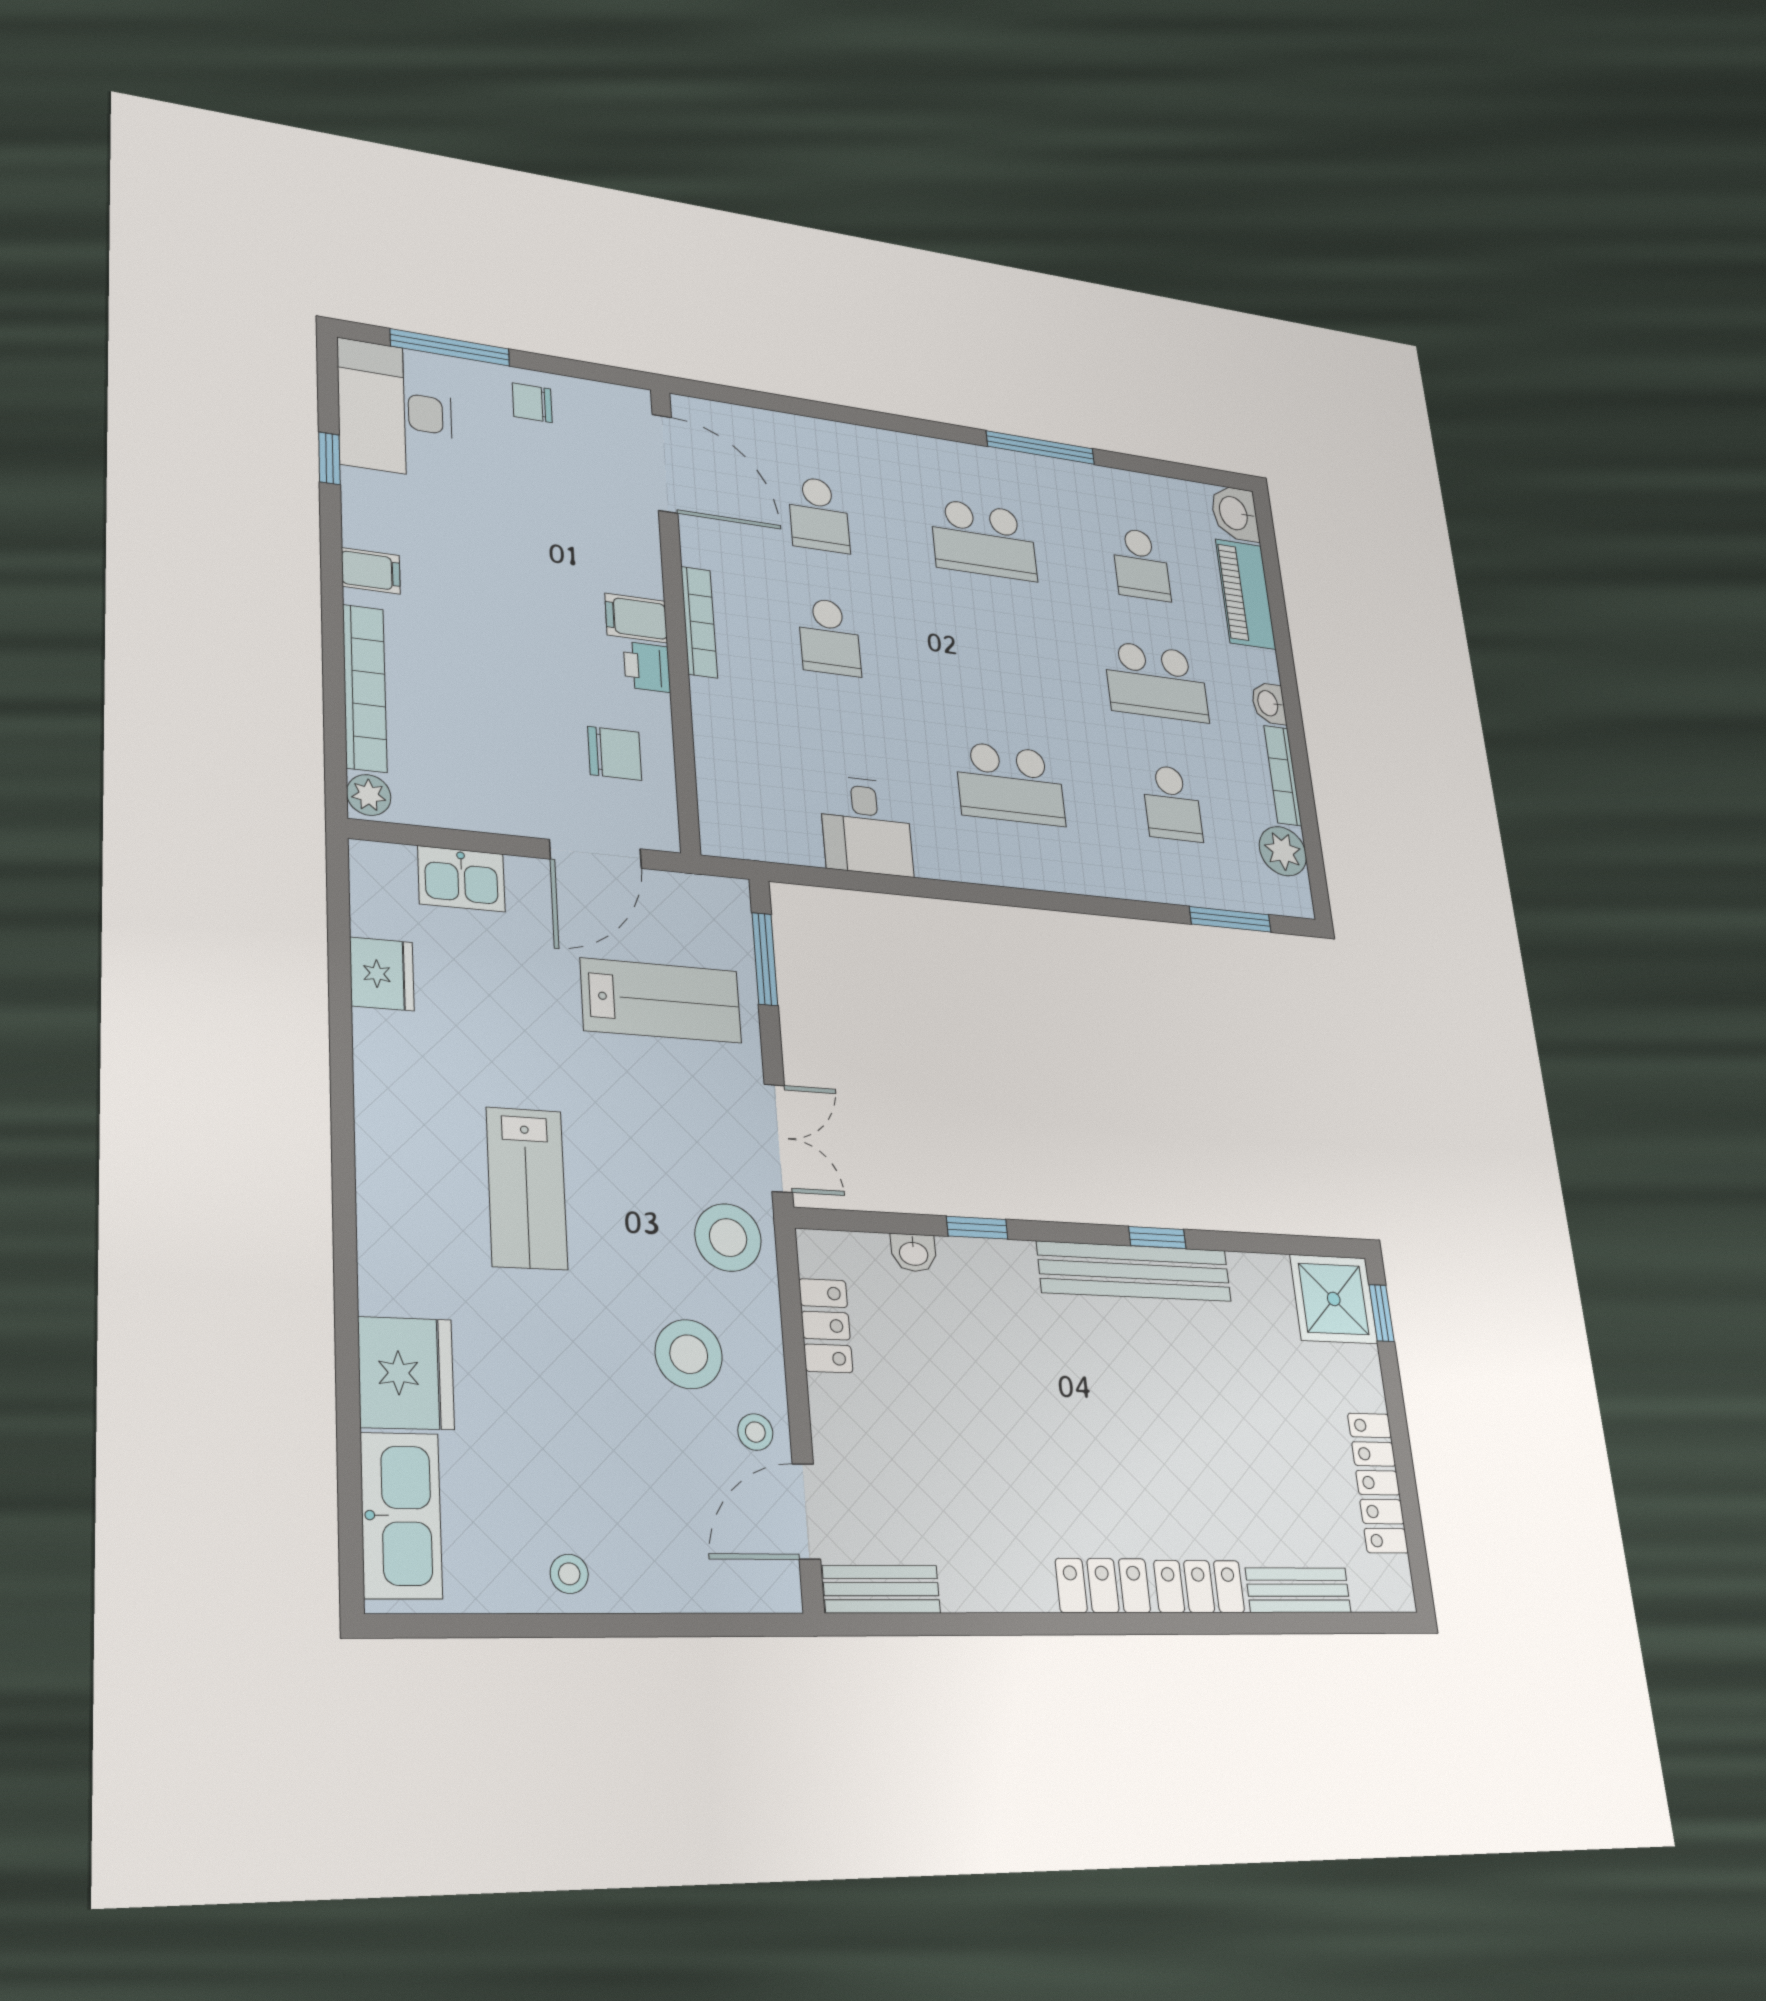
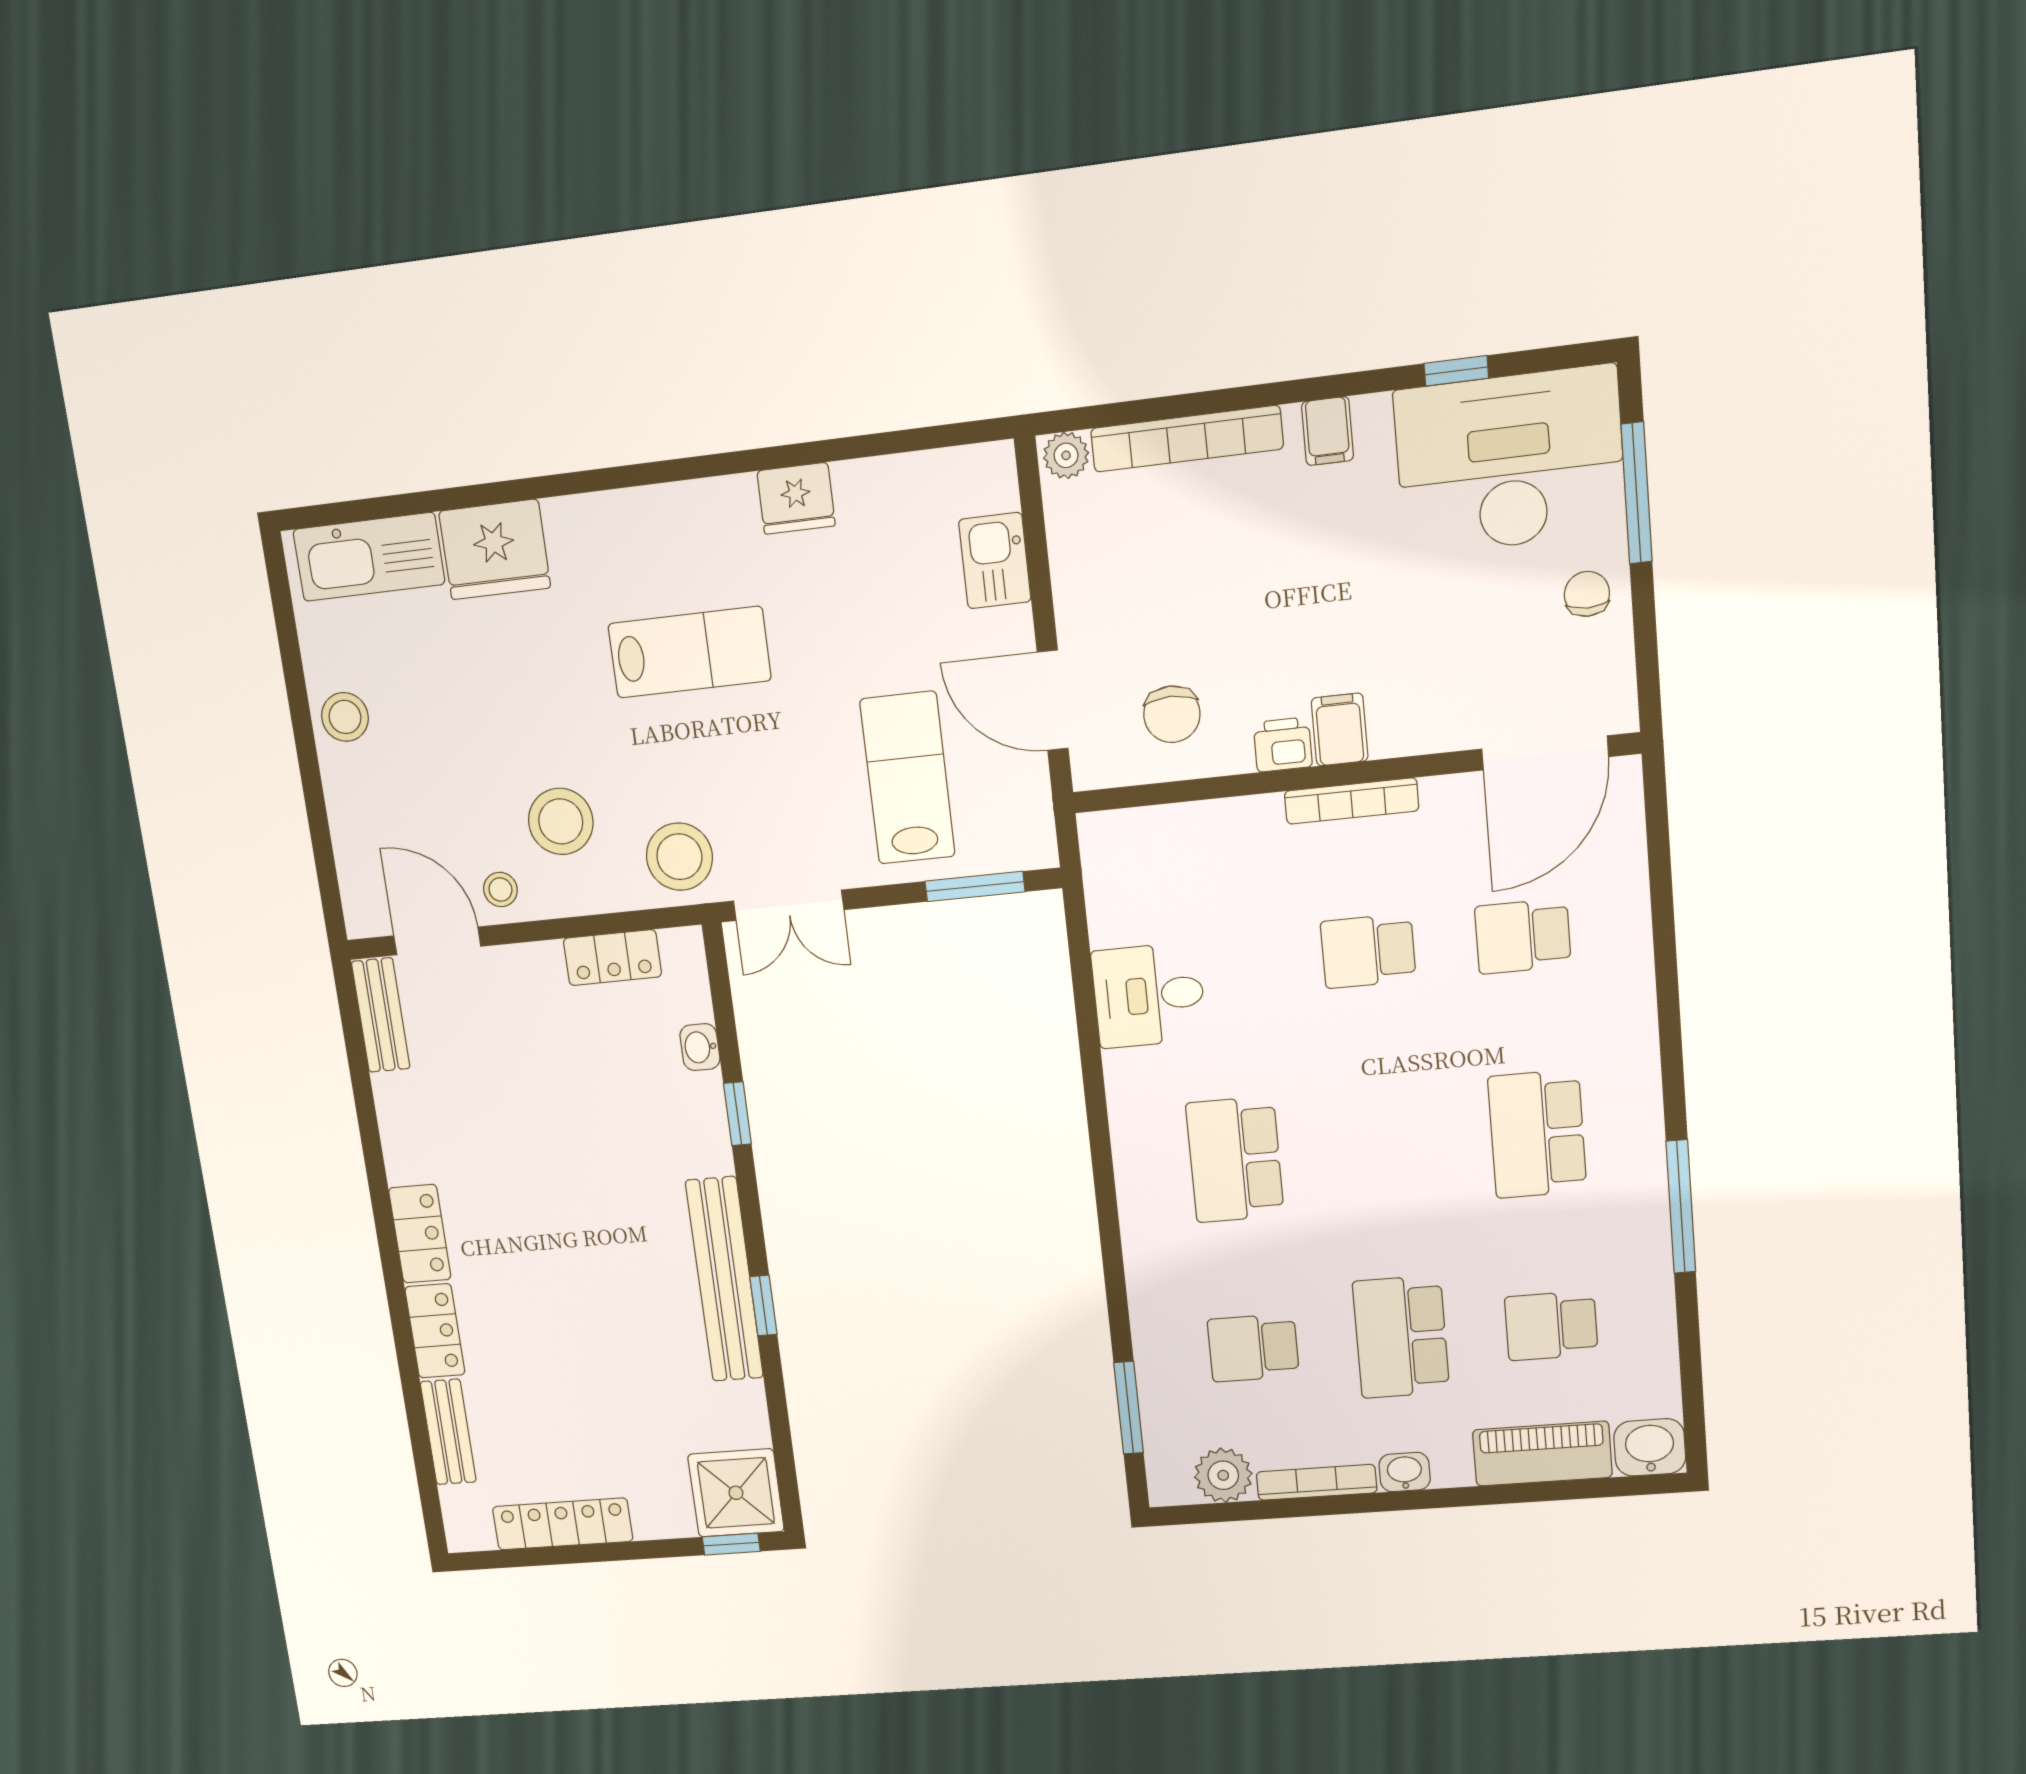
desk: (395, 409) -> (1510, 461), width x1.36, depth x1.30
fridge: (382, 974) -> (796, 498), moved
lab bench: (661, 1001) -> (907, 778), turned 180
lab bench: (527, 1188) -> (690, 652), turned 180
stool: (569, 1574) -> (345, 717), width x1.37, depth x1.37

